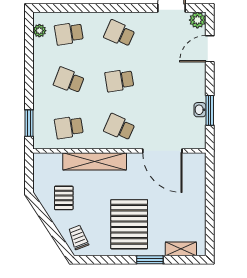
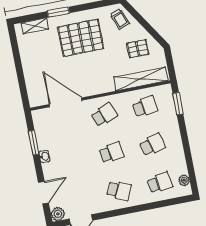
school desk: (69, 80) -> (152, 145), turned -36
washbasin: (200, 110) -> (45, 156), moved
school desk: (119, 127) -> (104, 115), turned -45
shelving: (95, 161) -> (141, 79), moved
pallet: (64, 198) -> (138, 49), turned 90
pallet: (129, 224) -> (81, 38), turned 90

